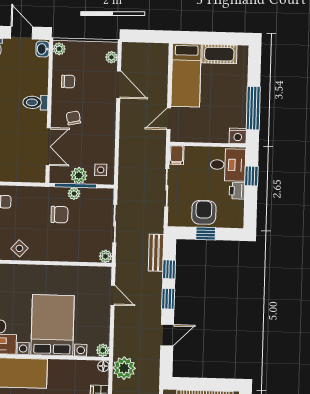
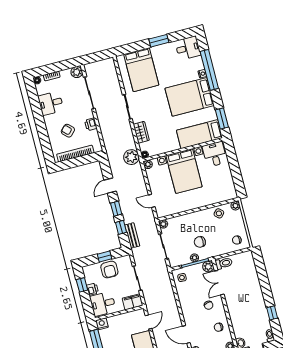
toilet: (35, 102) -> (224, 263), moved
filing cabinet: (177, 155) -> (132, 302), width x2.00
plant: (79, 175) -> (208, 267), moved
window: (251, 176) -> (82, 285), moved

